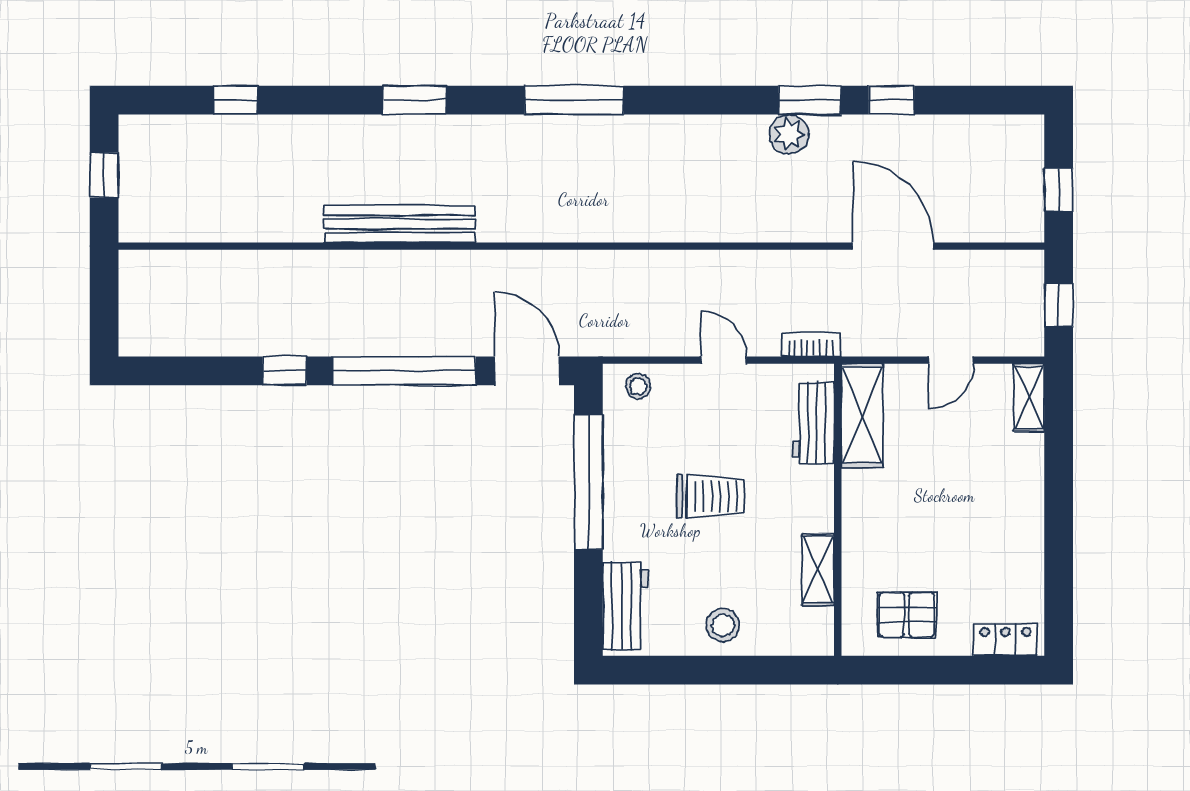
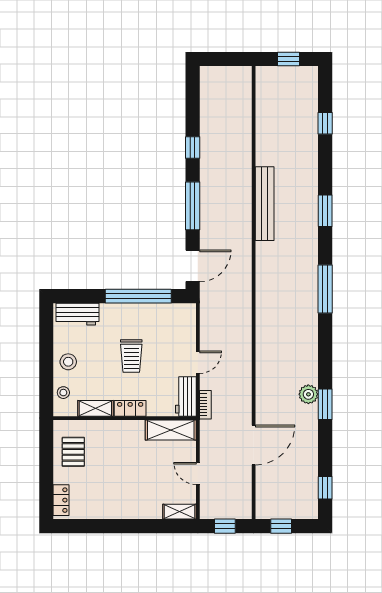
window: (891, 100) -> (325, 488), moved
window: (404, 371) -> (193, 206), width x0.68
stool: (638, 386) -> (63, 393), moved
workbench: (813, 423) -> (186, 397), moved, turned -90
locker: (818, 498) -> (130, 408), added

